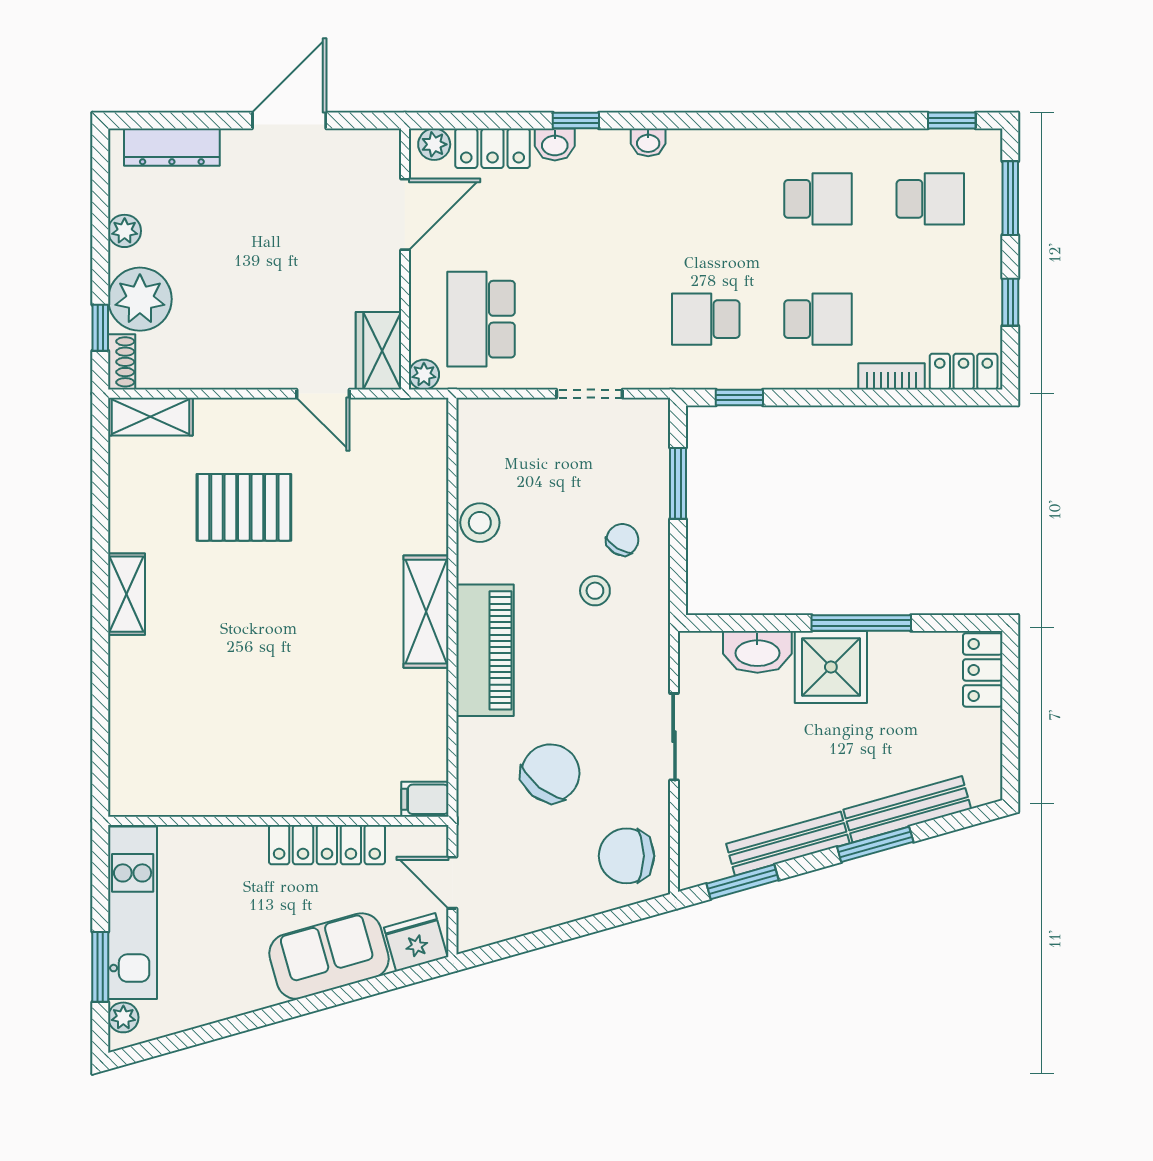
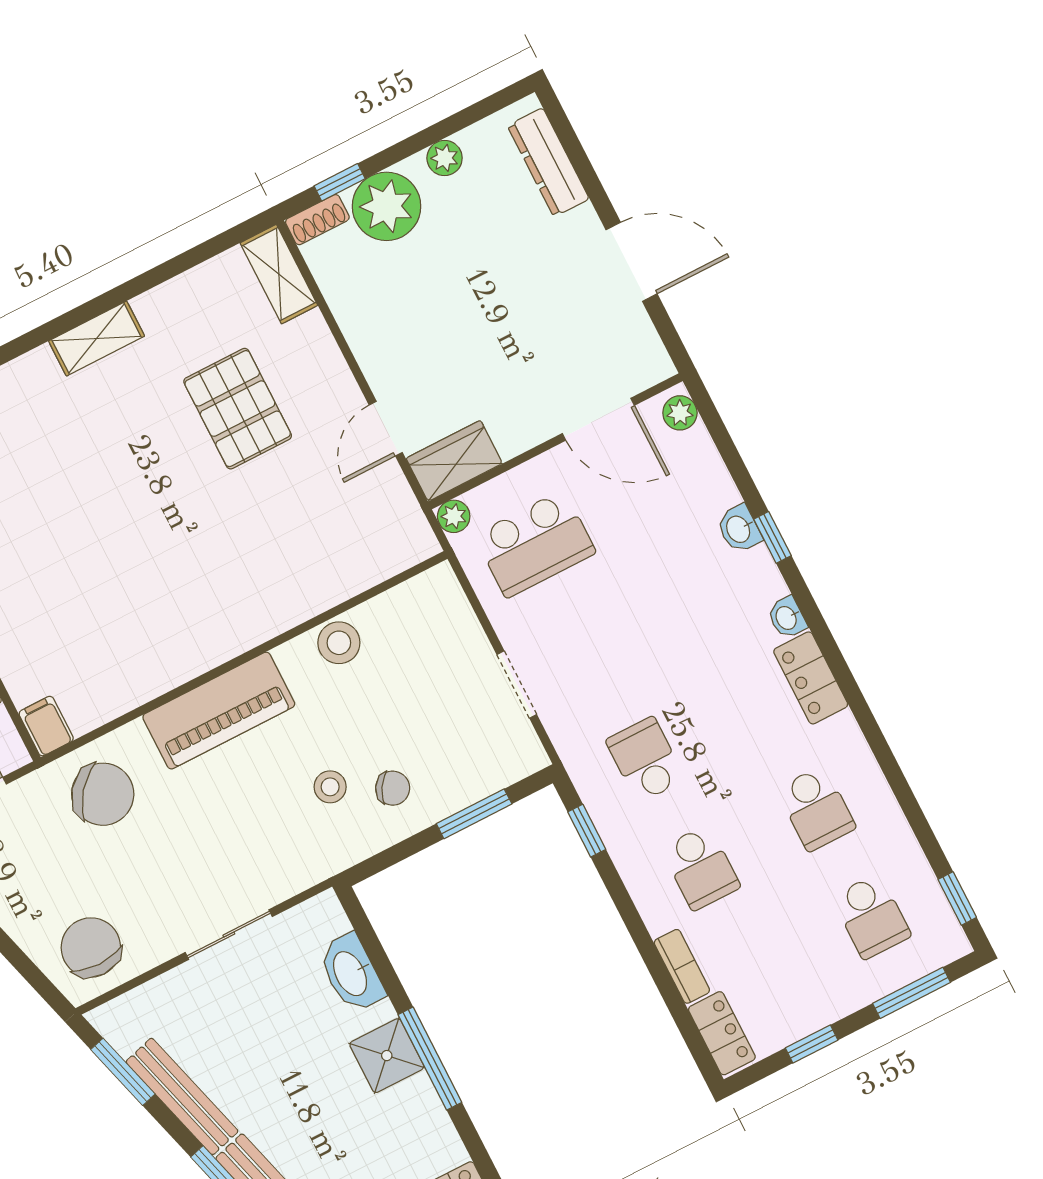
locker: (492, 148) -> (811, 678), moved
school desk: (481, 319) -> (535, 544), turned 180
shelving: (426, 612) -> (227, 635), removed
shower: (831, 667) -> (387, 1056), width x0.73, depth x0.73
chair: (550, 773) -> (103, 794), moved

